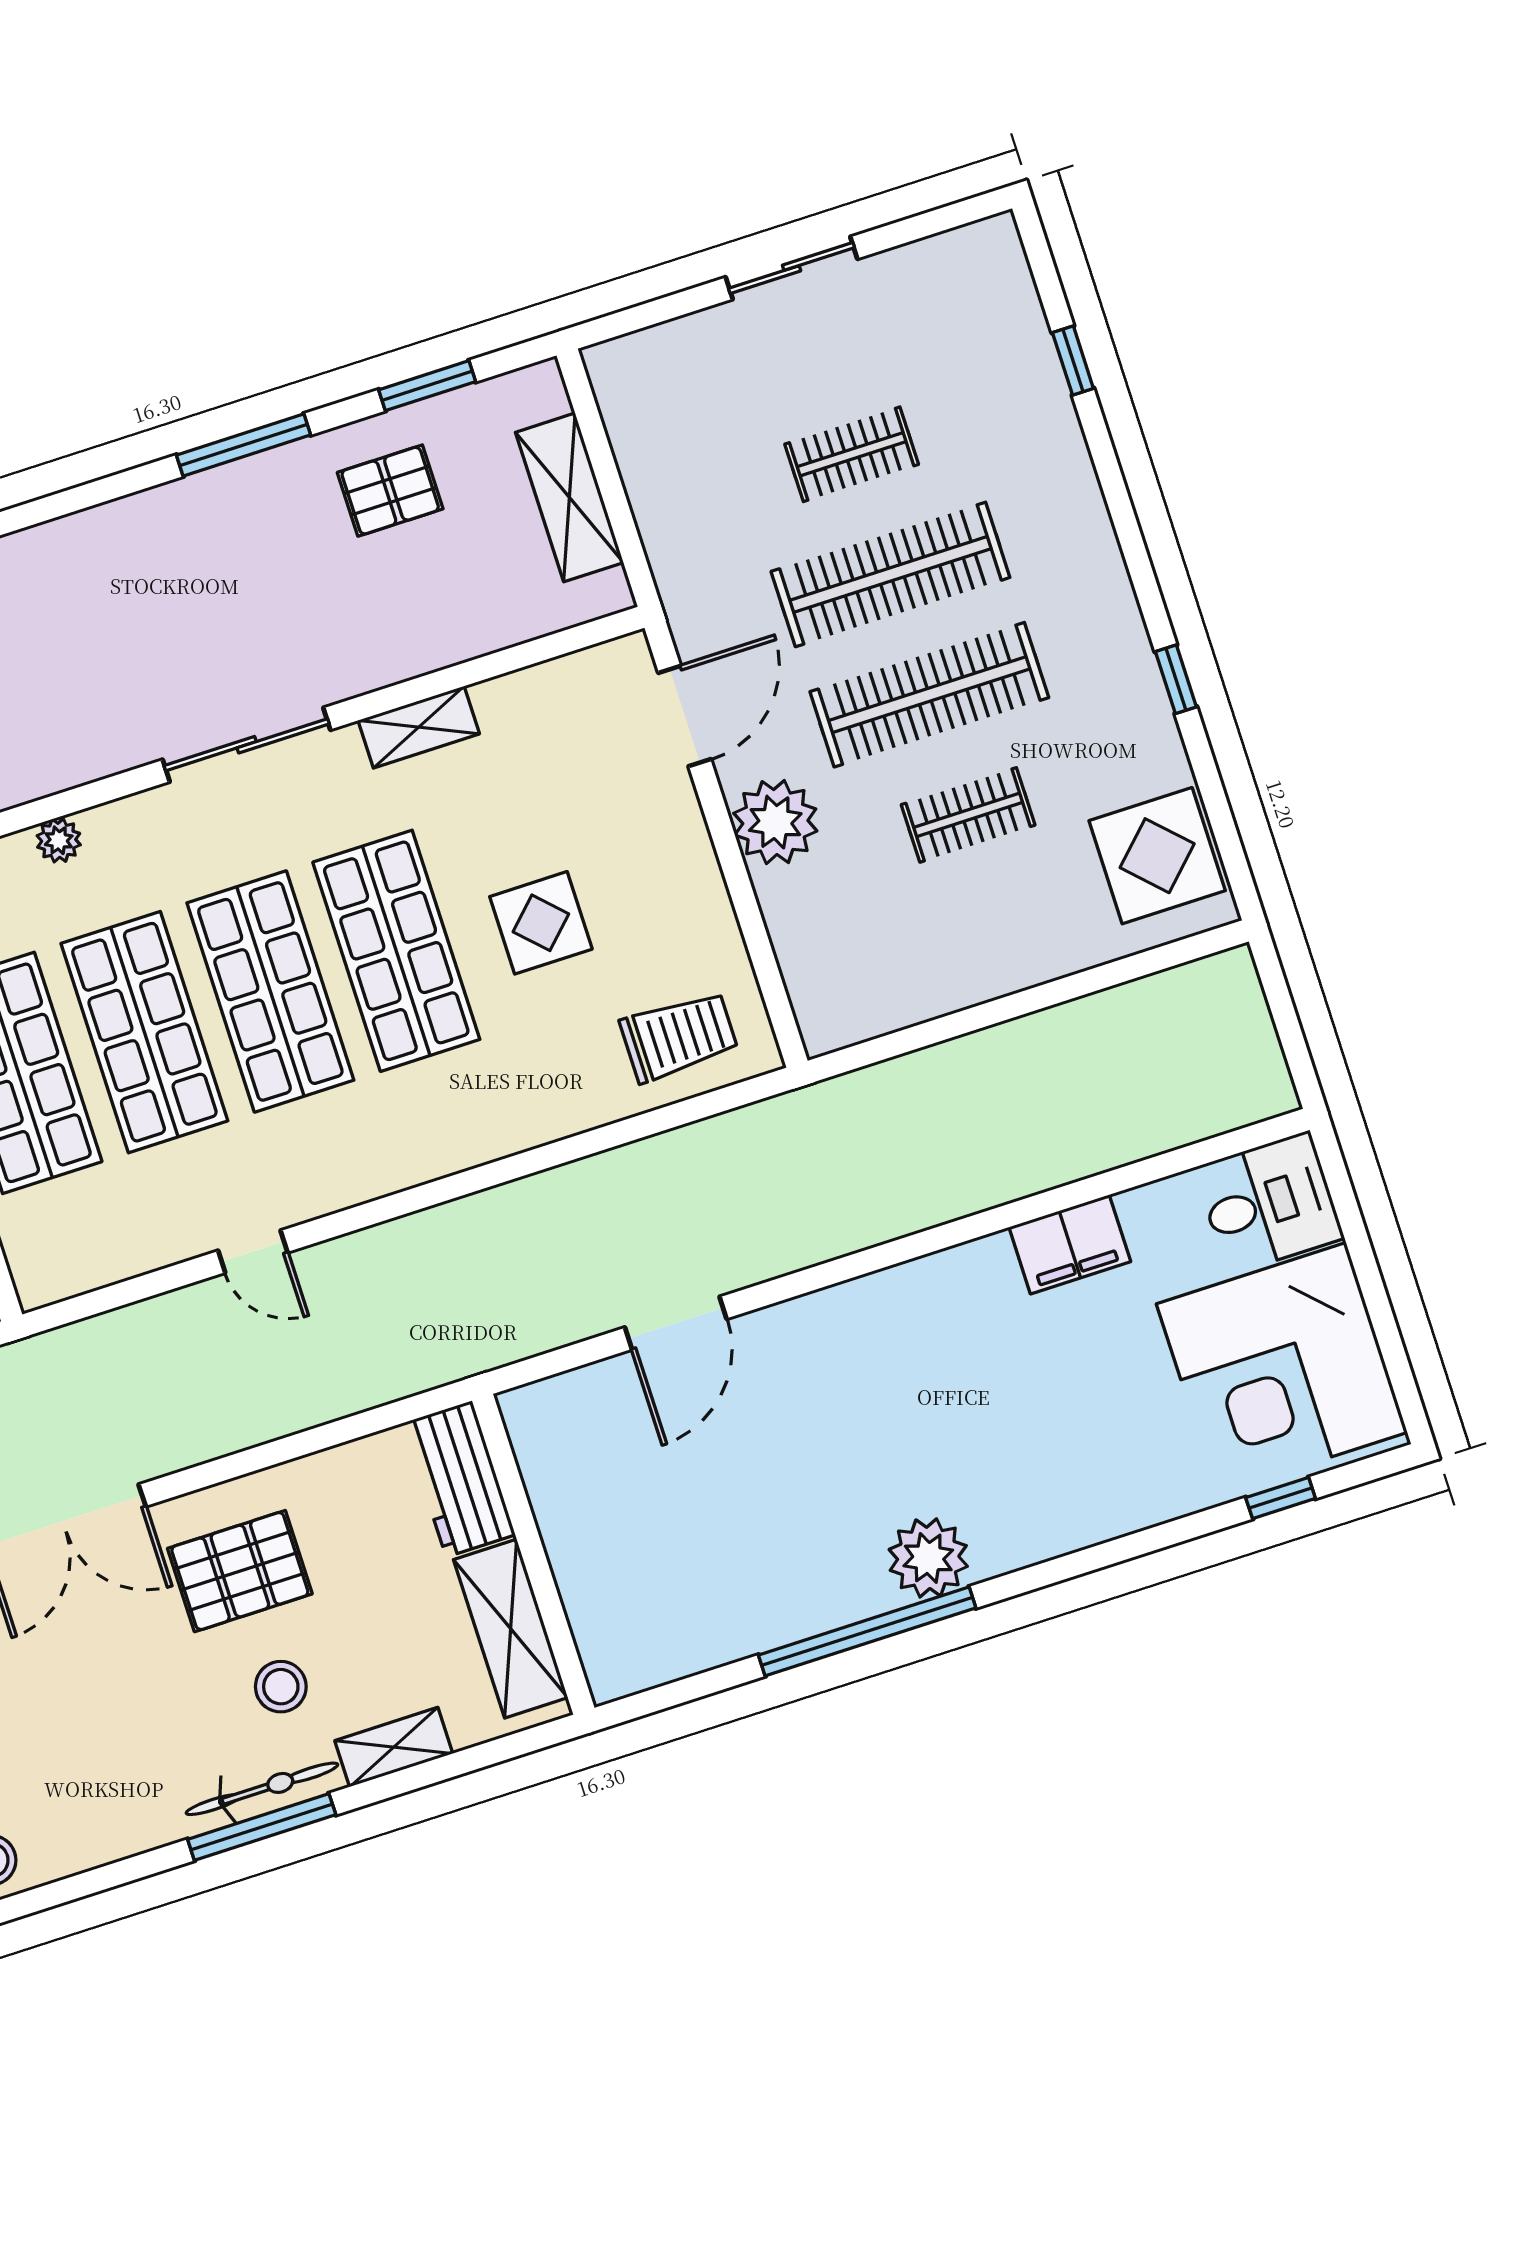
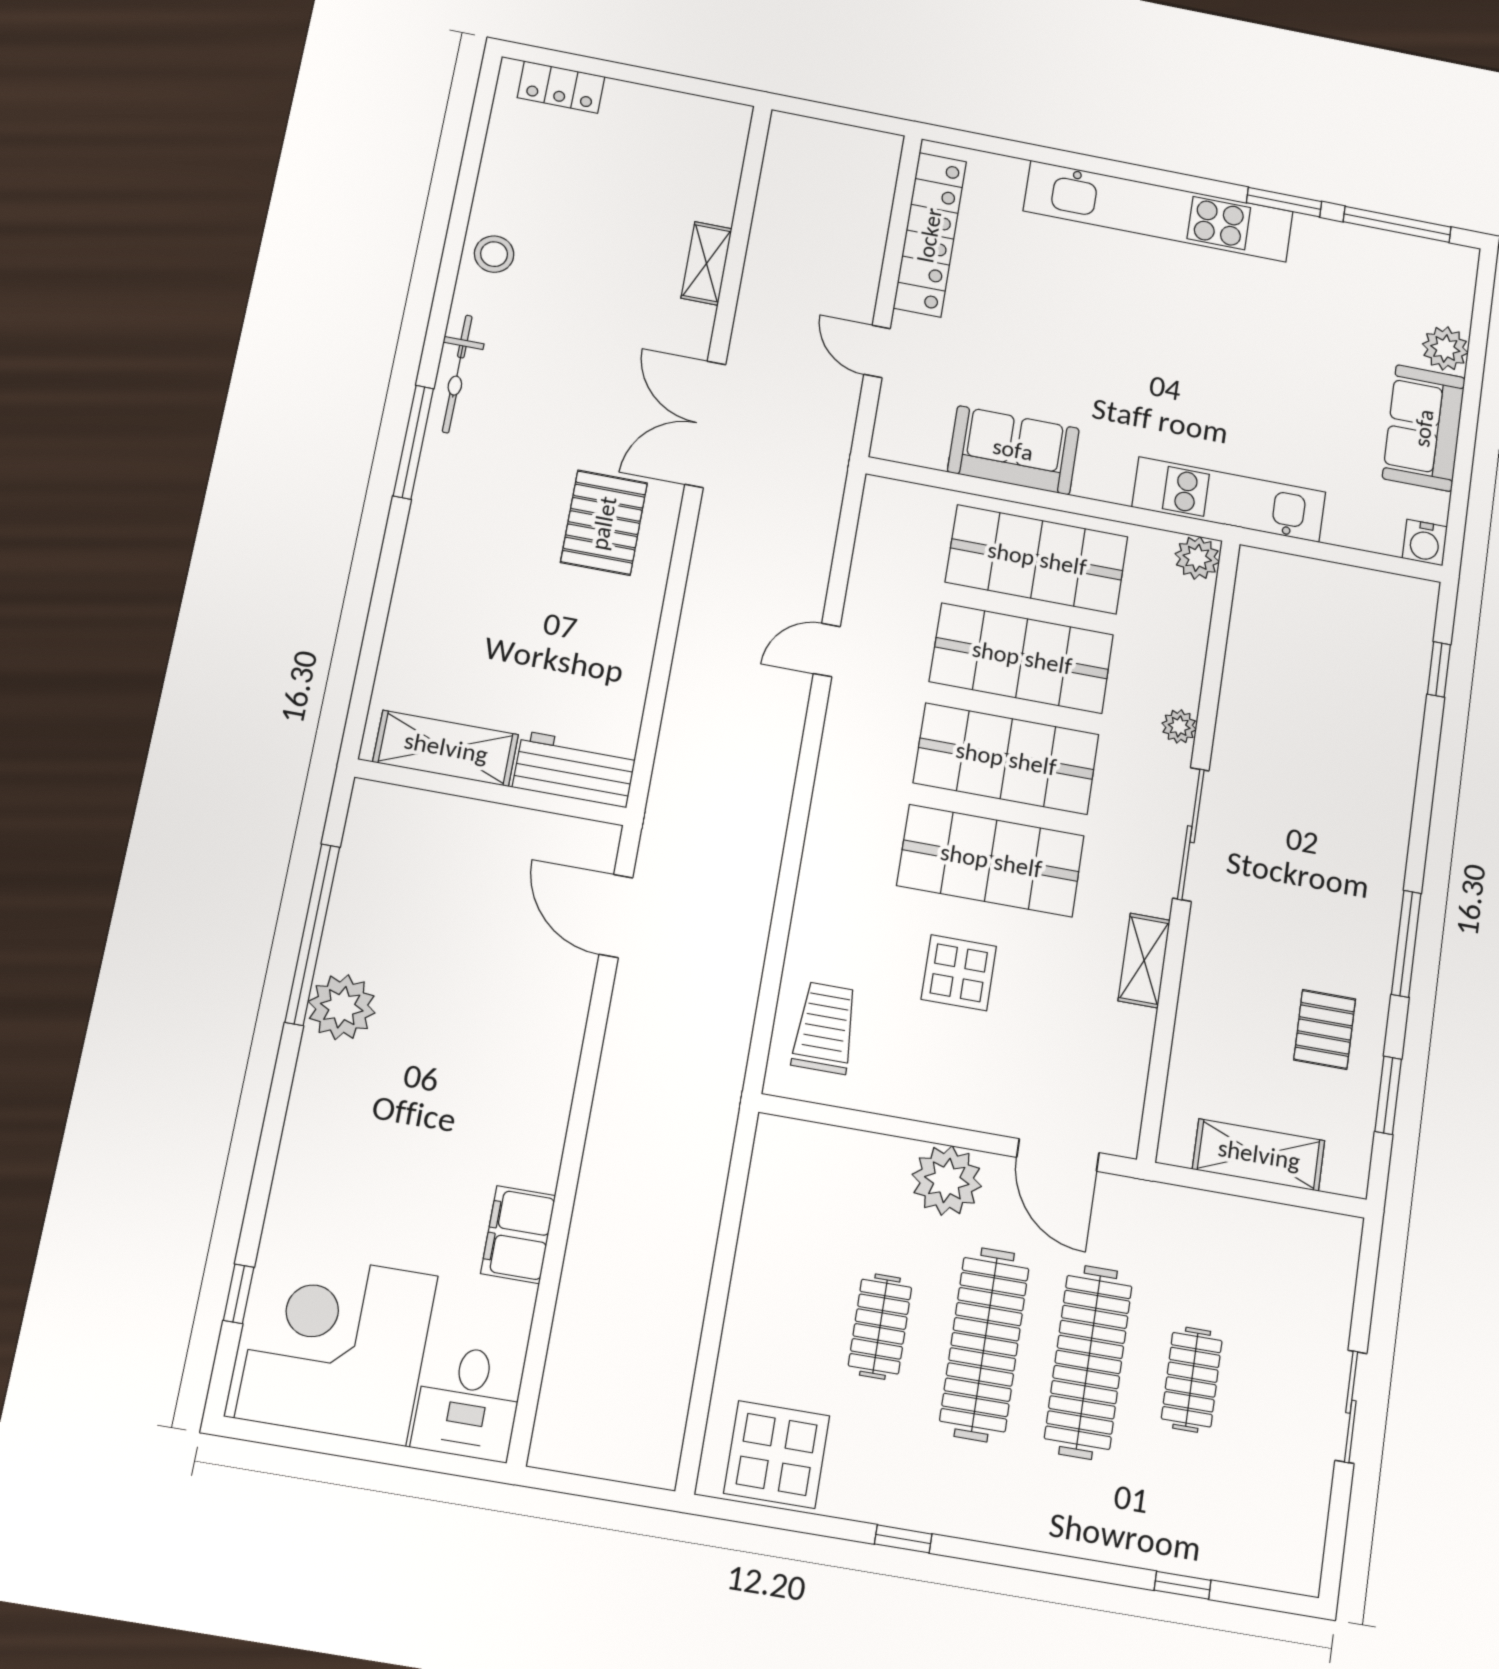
plant: (59, 840) -> (1179, 726), moved
trolley: (679, 1036) -> (825, 1028), turned 180
workbench: (459, 1479) -> (575, 769), moved
wall: (533, 1554) -> (491, 792), moved
shelving: (511, 1629) -> (446, 748), moved
stool: (281, 1687) -> (506, 507), removed
shelving: (394, 1747) -> (419, 560), removed
bicycle: (262, 1789) -> (457, 374), moved

